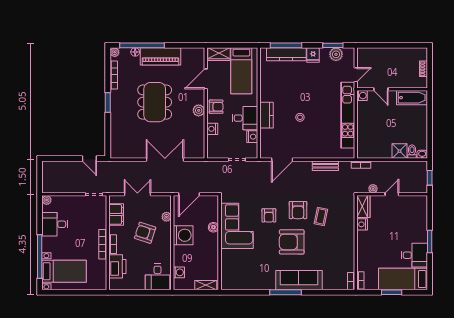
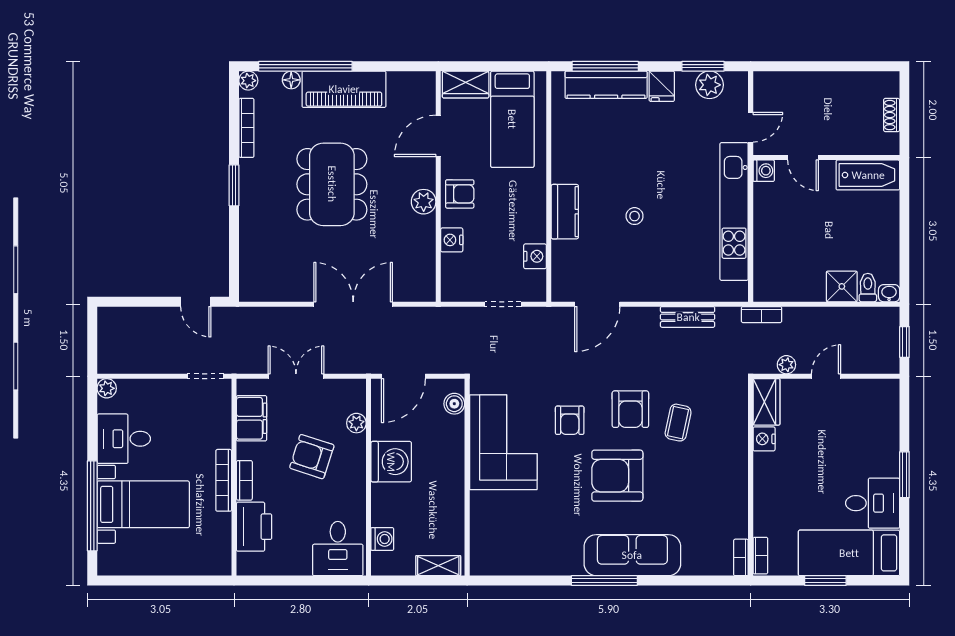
desk: (245, 118) -> (520, 218), removed
boiler: (213, 227) -> (454, 404), moved
bed with nightstands: (64, 271) -> (143, 504), moved

